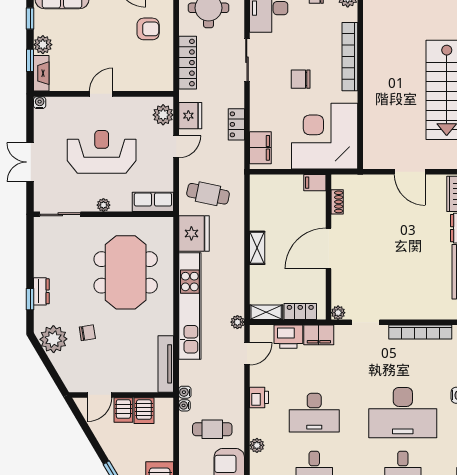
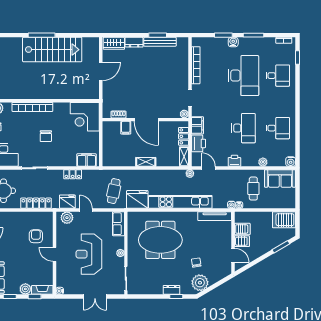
armchair: (148, 29) -> (36, 236), moved
corner desk: (325, 136) -> (85, 117), width x0.74, depth x0.74
filing cabinet: (315, 183) -> (126, 128), moved

